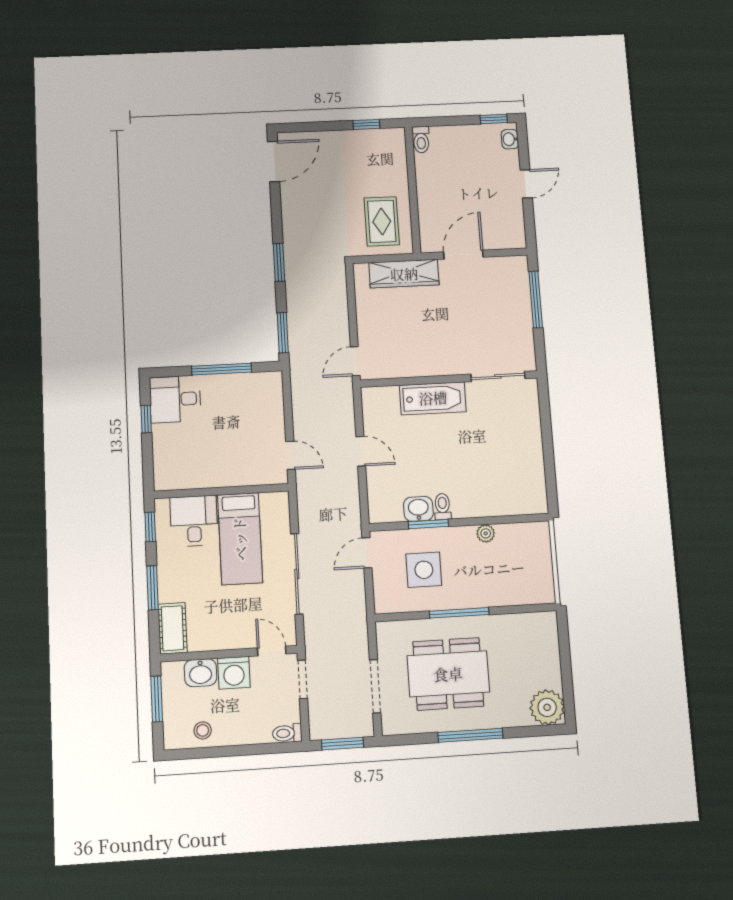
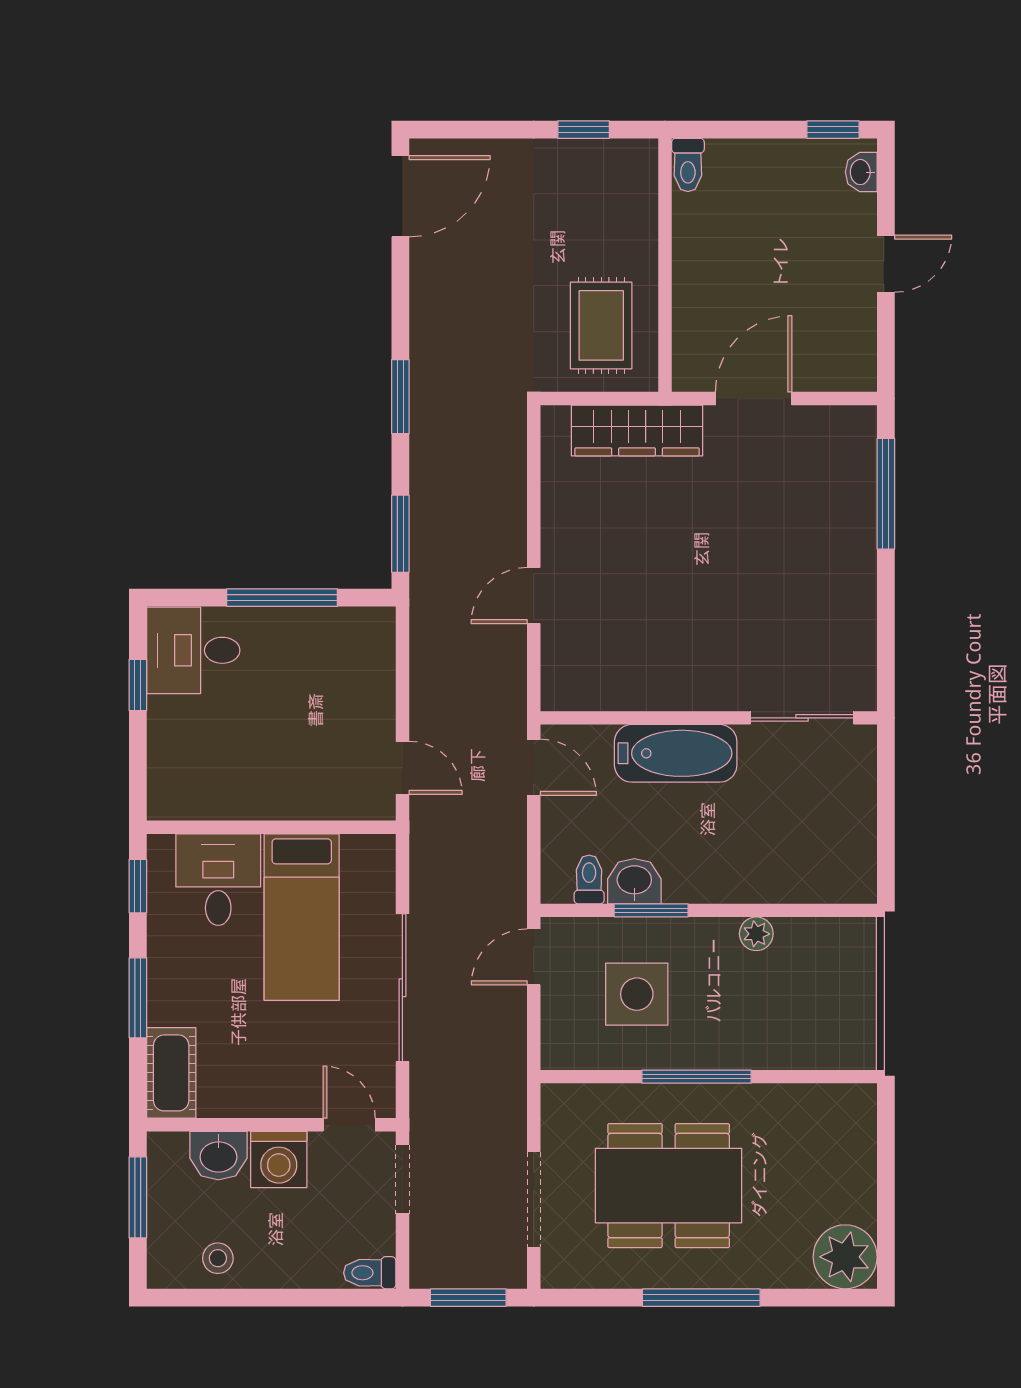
sliding door: (498, 376) -> (802, 718), moved
wall: (449, 379) -> (709, 718), moved
bathtub: (433, 398) -> (676, 753), moved
toilet: (442, 507) -> (589, 879), moved

